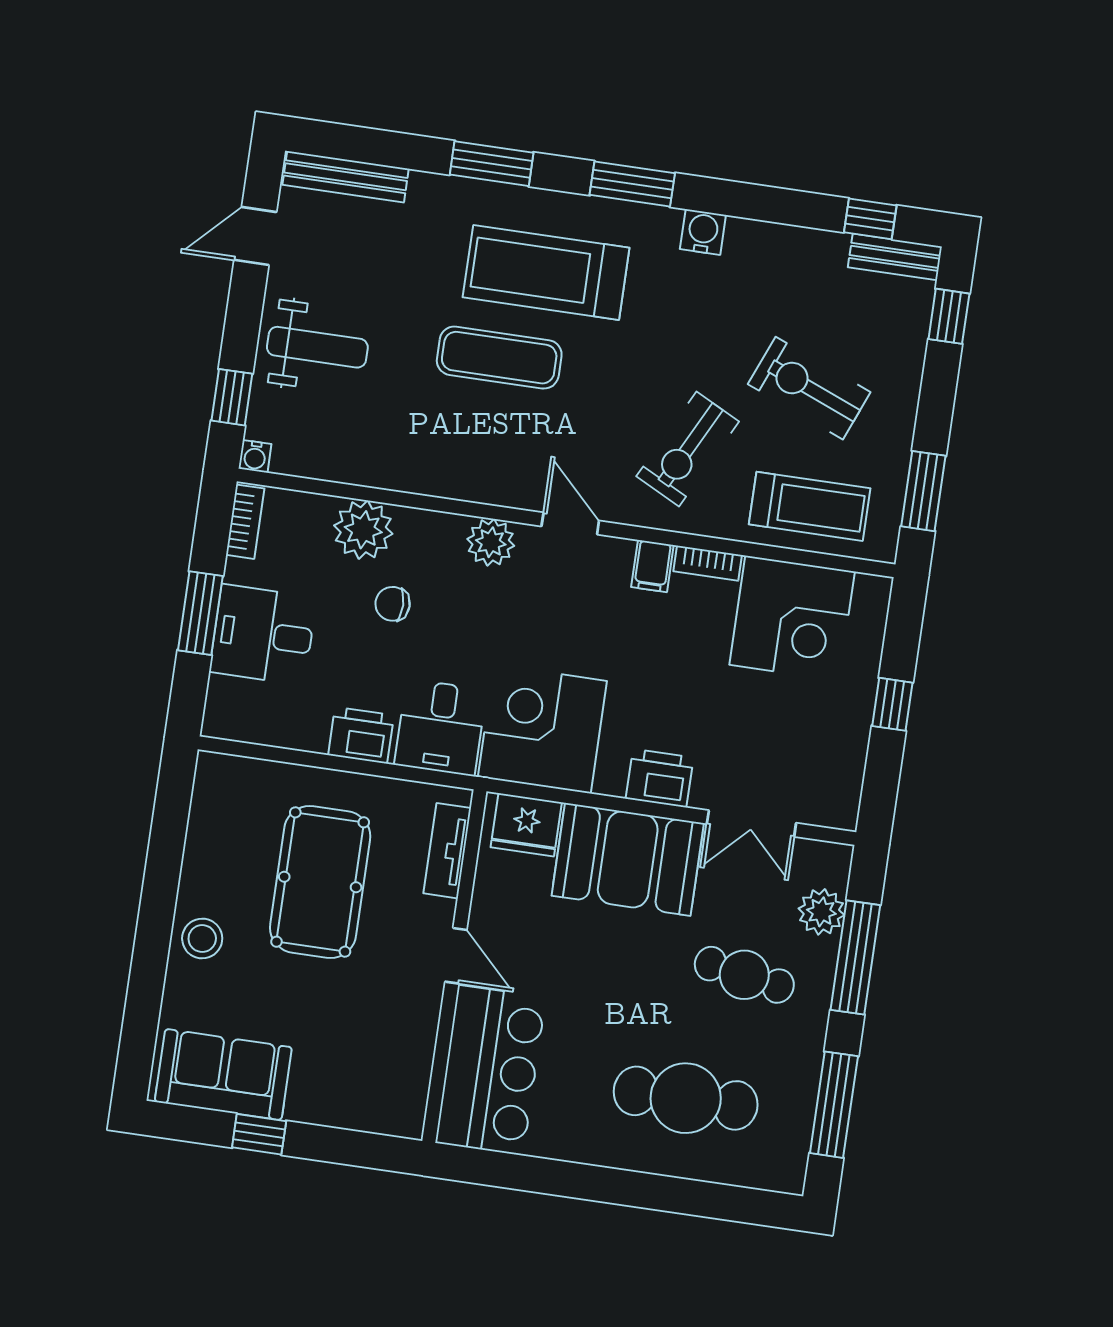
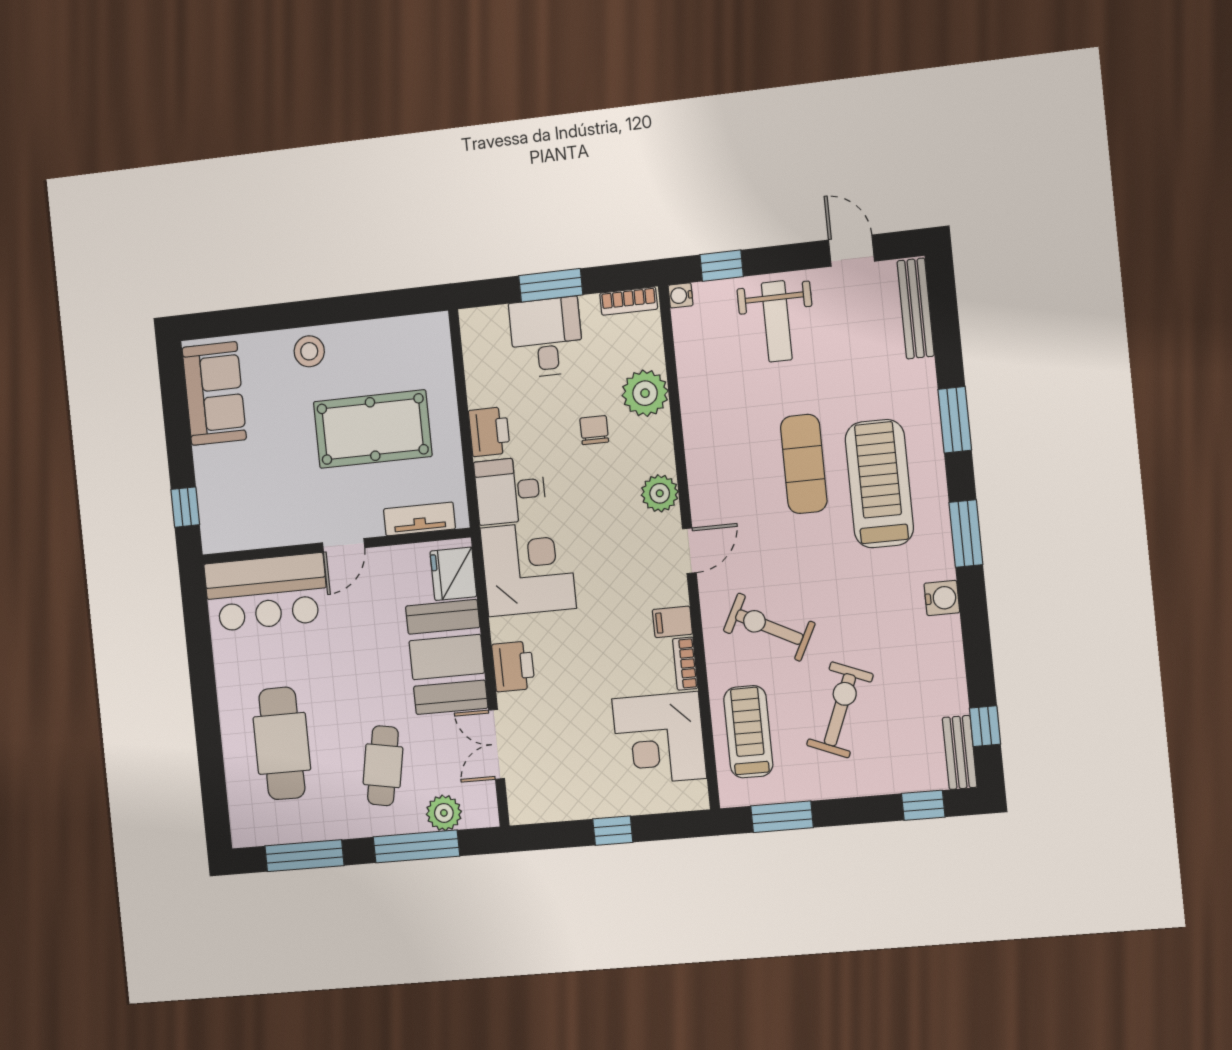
treadmill: (810, 506) -> (748, 732), turned 180
window: (259, 1134) -> (185, 507), moved

